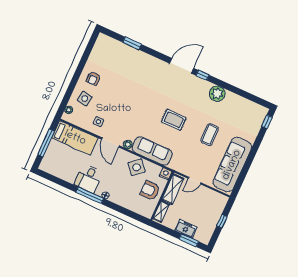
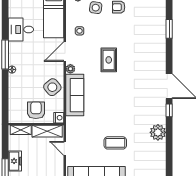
rug: (174, 120) -> (109, 60), moved
desk: (89, 178) -> (21, 29), moved

